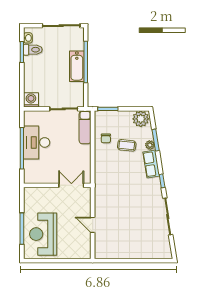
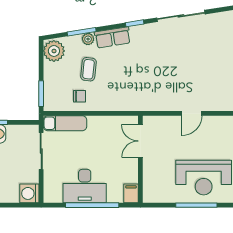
filing cabinet: (31, 178) -> (131, 193), added

